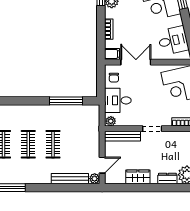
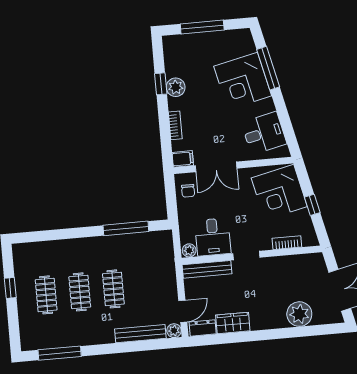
double door: (136, 62) -> (216, 167), swing flipped
desk: (118, 100) -> (213, 237), moved, turned -90
dresser: (167, 178) -> (203, 328), moved

